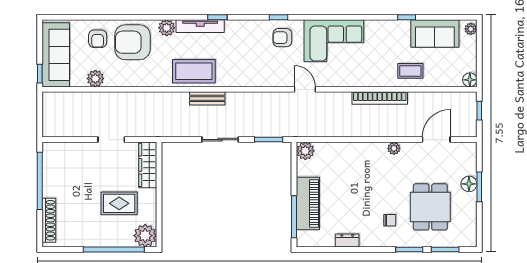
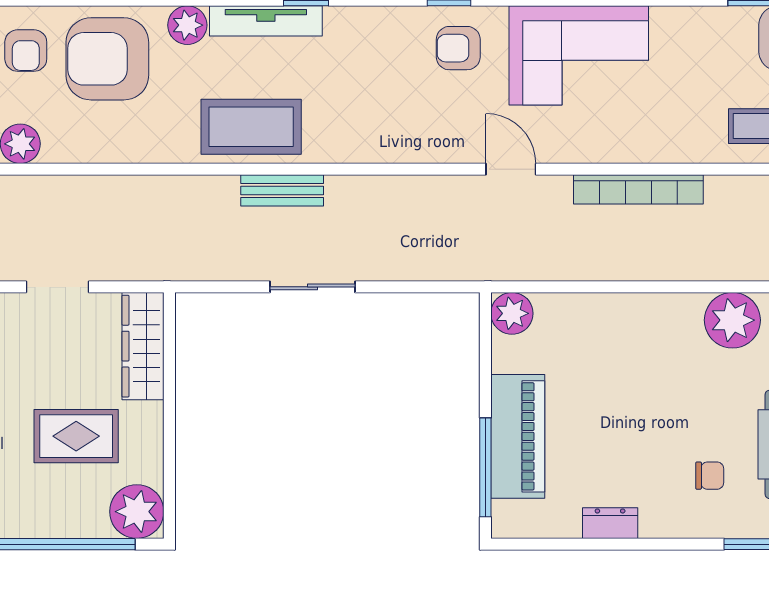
bookcase: (380, 98) -> (638, 189), moved
window: (269, 140) -> (426, 287), removed
plant: (394, 148) -> (732, 320), width x1.87, depth x1.87

